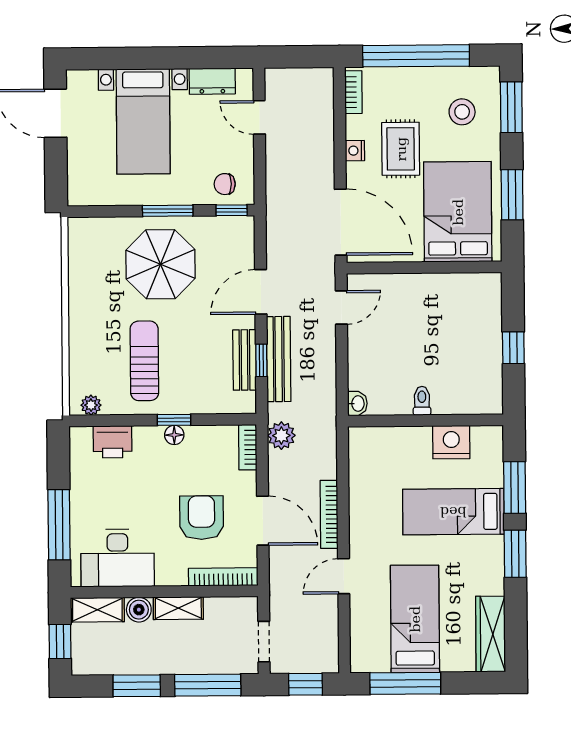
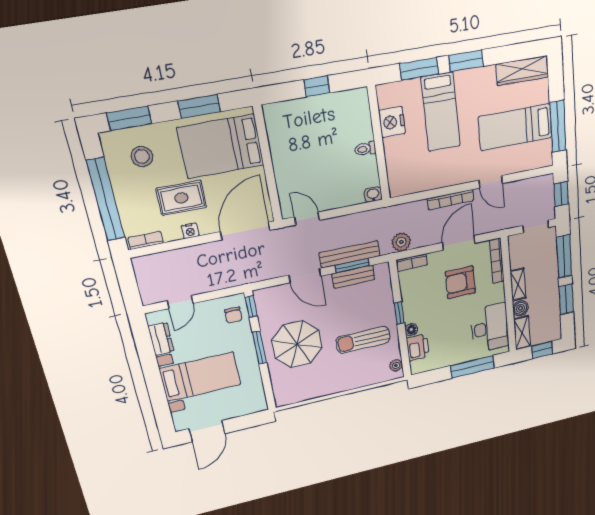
window: (261, 360) -> (352, 266), width x1.50
floor lamp: (174, 435) -> (411, 330), moved

